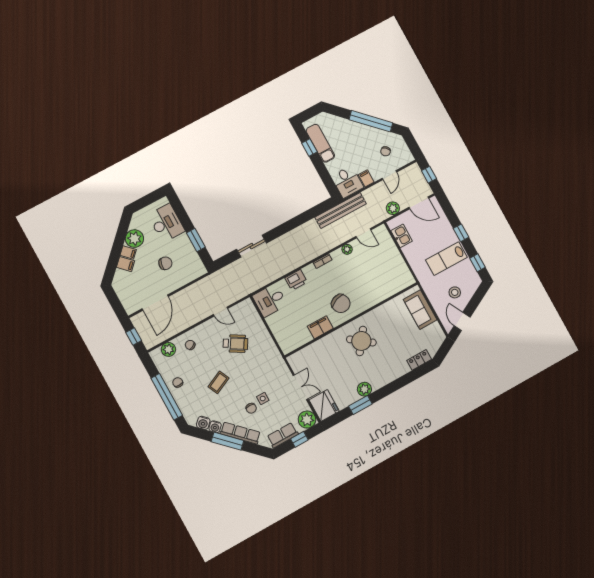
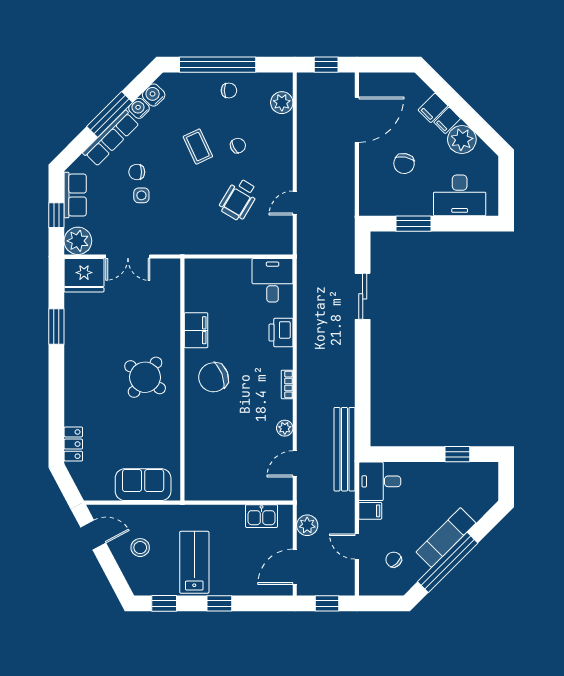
exam couch: (320, 143) -> (446, 538), moved, turned 135
door: (155, 303) -> (357, 120), swing flipped
chair: (190, 345) -> (238, 146), moved
plant: (364, 389) -> (75, 344), removed

